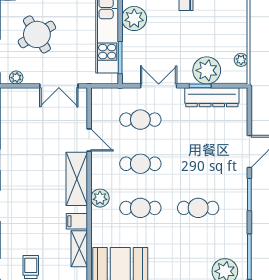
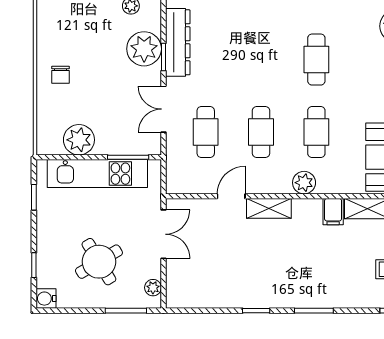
shelving: (77, 179) -> (269, 208), width x0.67, depth x0.75

